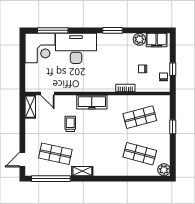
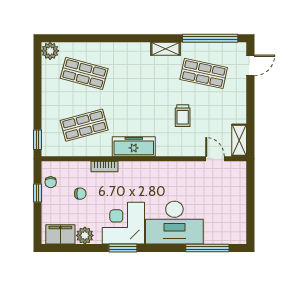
corner desk: (40, 48) -> (123, 223), moved
freezer: (92, 102) -> (134, 147), moved
window: (173, 127) -> (38, 140), moved

